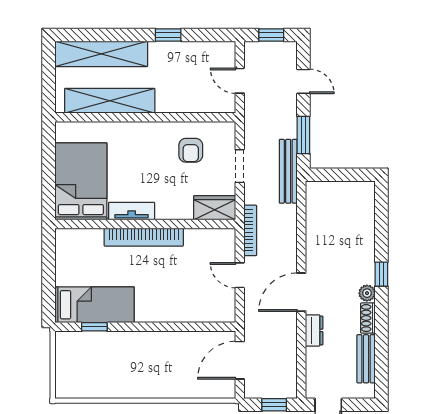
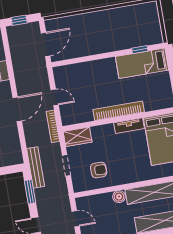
boiler: (166, 103) -> (119, 197), added
armchair: (191, 150) -> (99, 170), turned 90
door: (301, 292) -> (17, 109), moved

